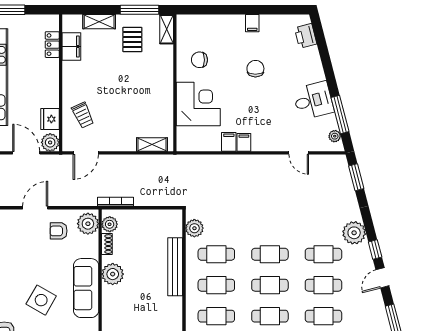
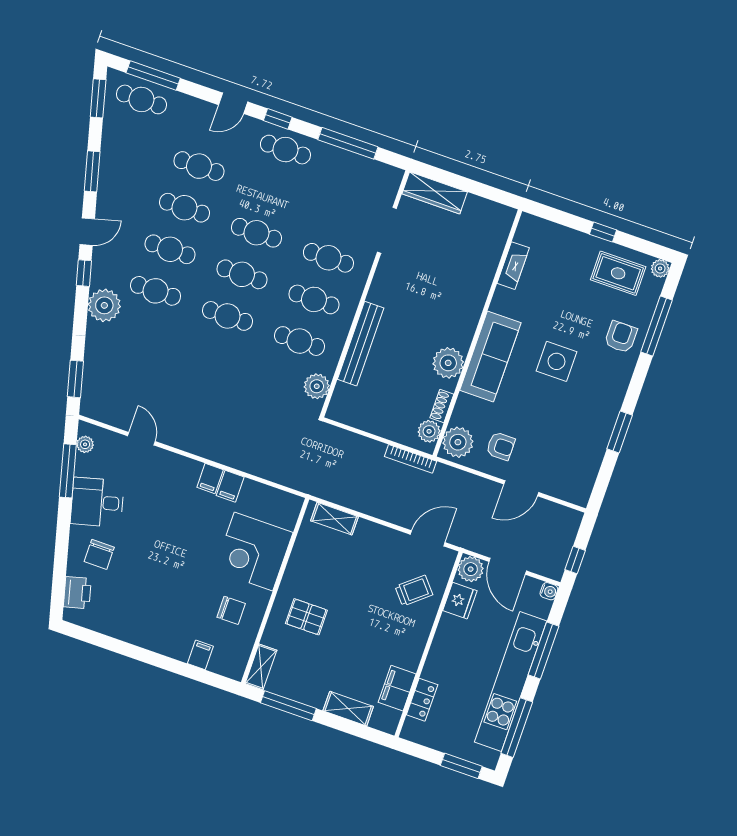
filing cabinet: (252, 23) -> (200, 655), moved
pallet: (132, 39) -> (306, 617), moved, turned 90
chair: (255, 69) -> (99, 554), moved
trolley: (83, 115) -> (414, 591), turned 75
side table: (41, 300) -> (556, 361), turned -30

